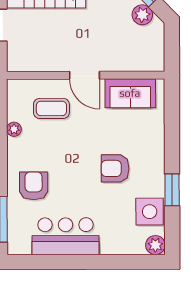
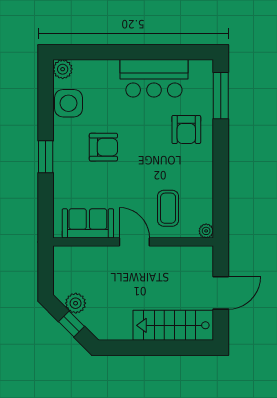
coffee table: (51, 108) -> (168, 208), turned 90
plant: (14, 129) -> (206, 231), moved
window: (172, 190) -> (46, 157), moved

